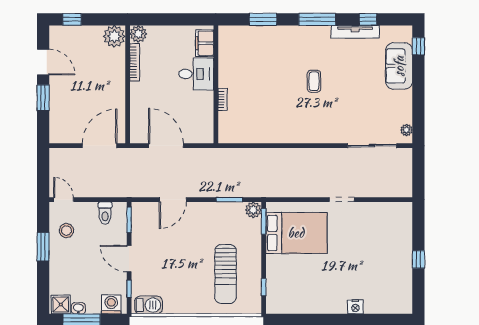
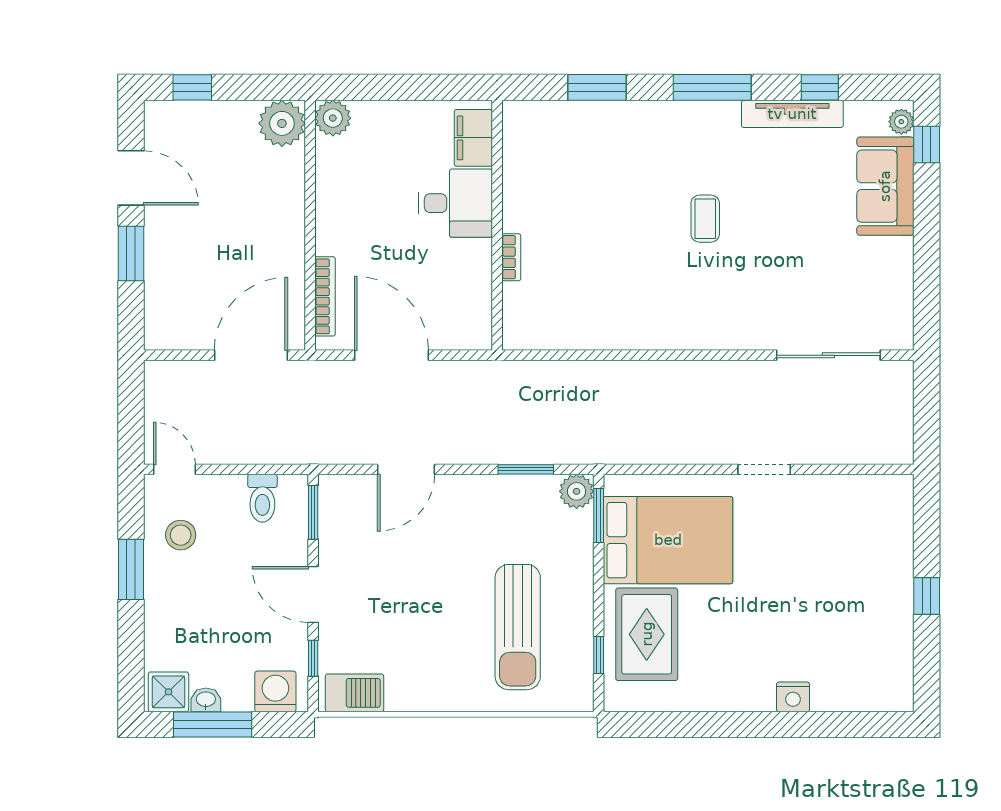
bookcase: (135, 62) -> (325, 296), moved
plant: (406, 130) -> (901, 122), moved
rug: (286, 277) -> (647, 634), added

